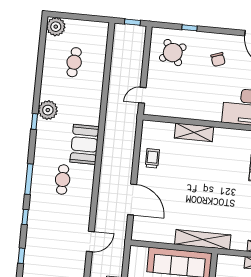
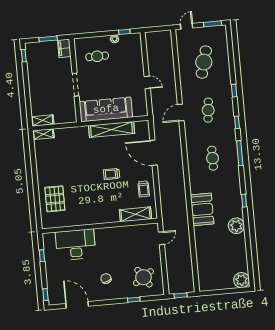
cafe table: (74, 62) -> (208, 110), moved
plant: (48, 110) -> (236, 226), moved
shelving: (194, 132) -> (136, 214), moved
booth: (85, 144) -> (202, 209), moved
trolley: (187, 184) -> (112, 174), added
shelving: (203, 240) -> (112, 129), moved

